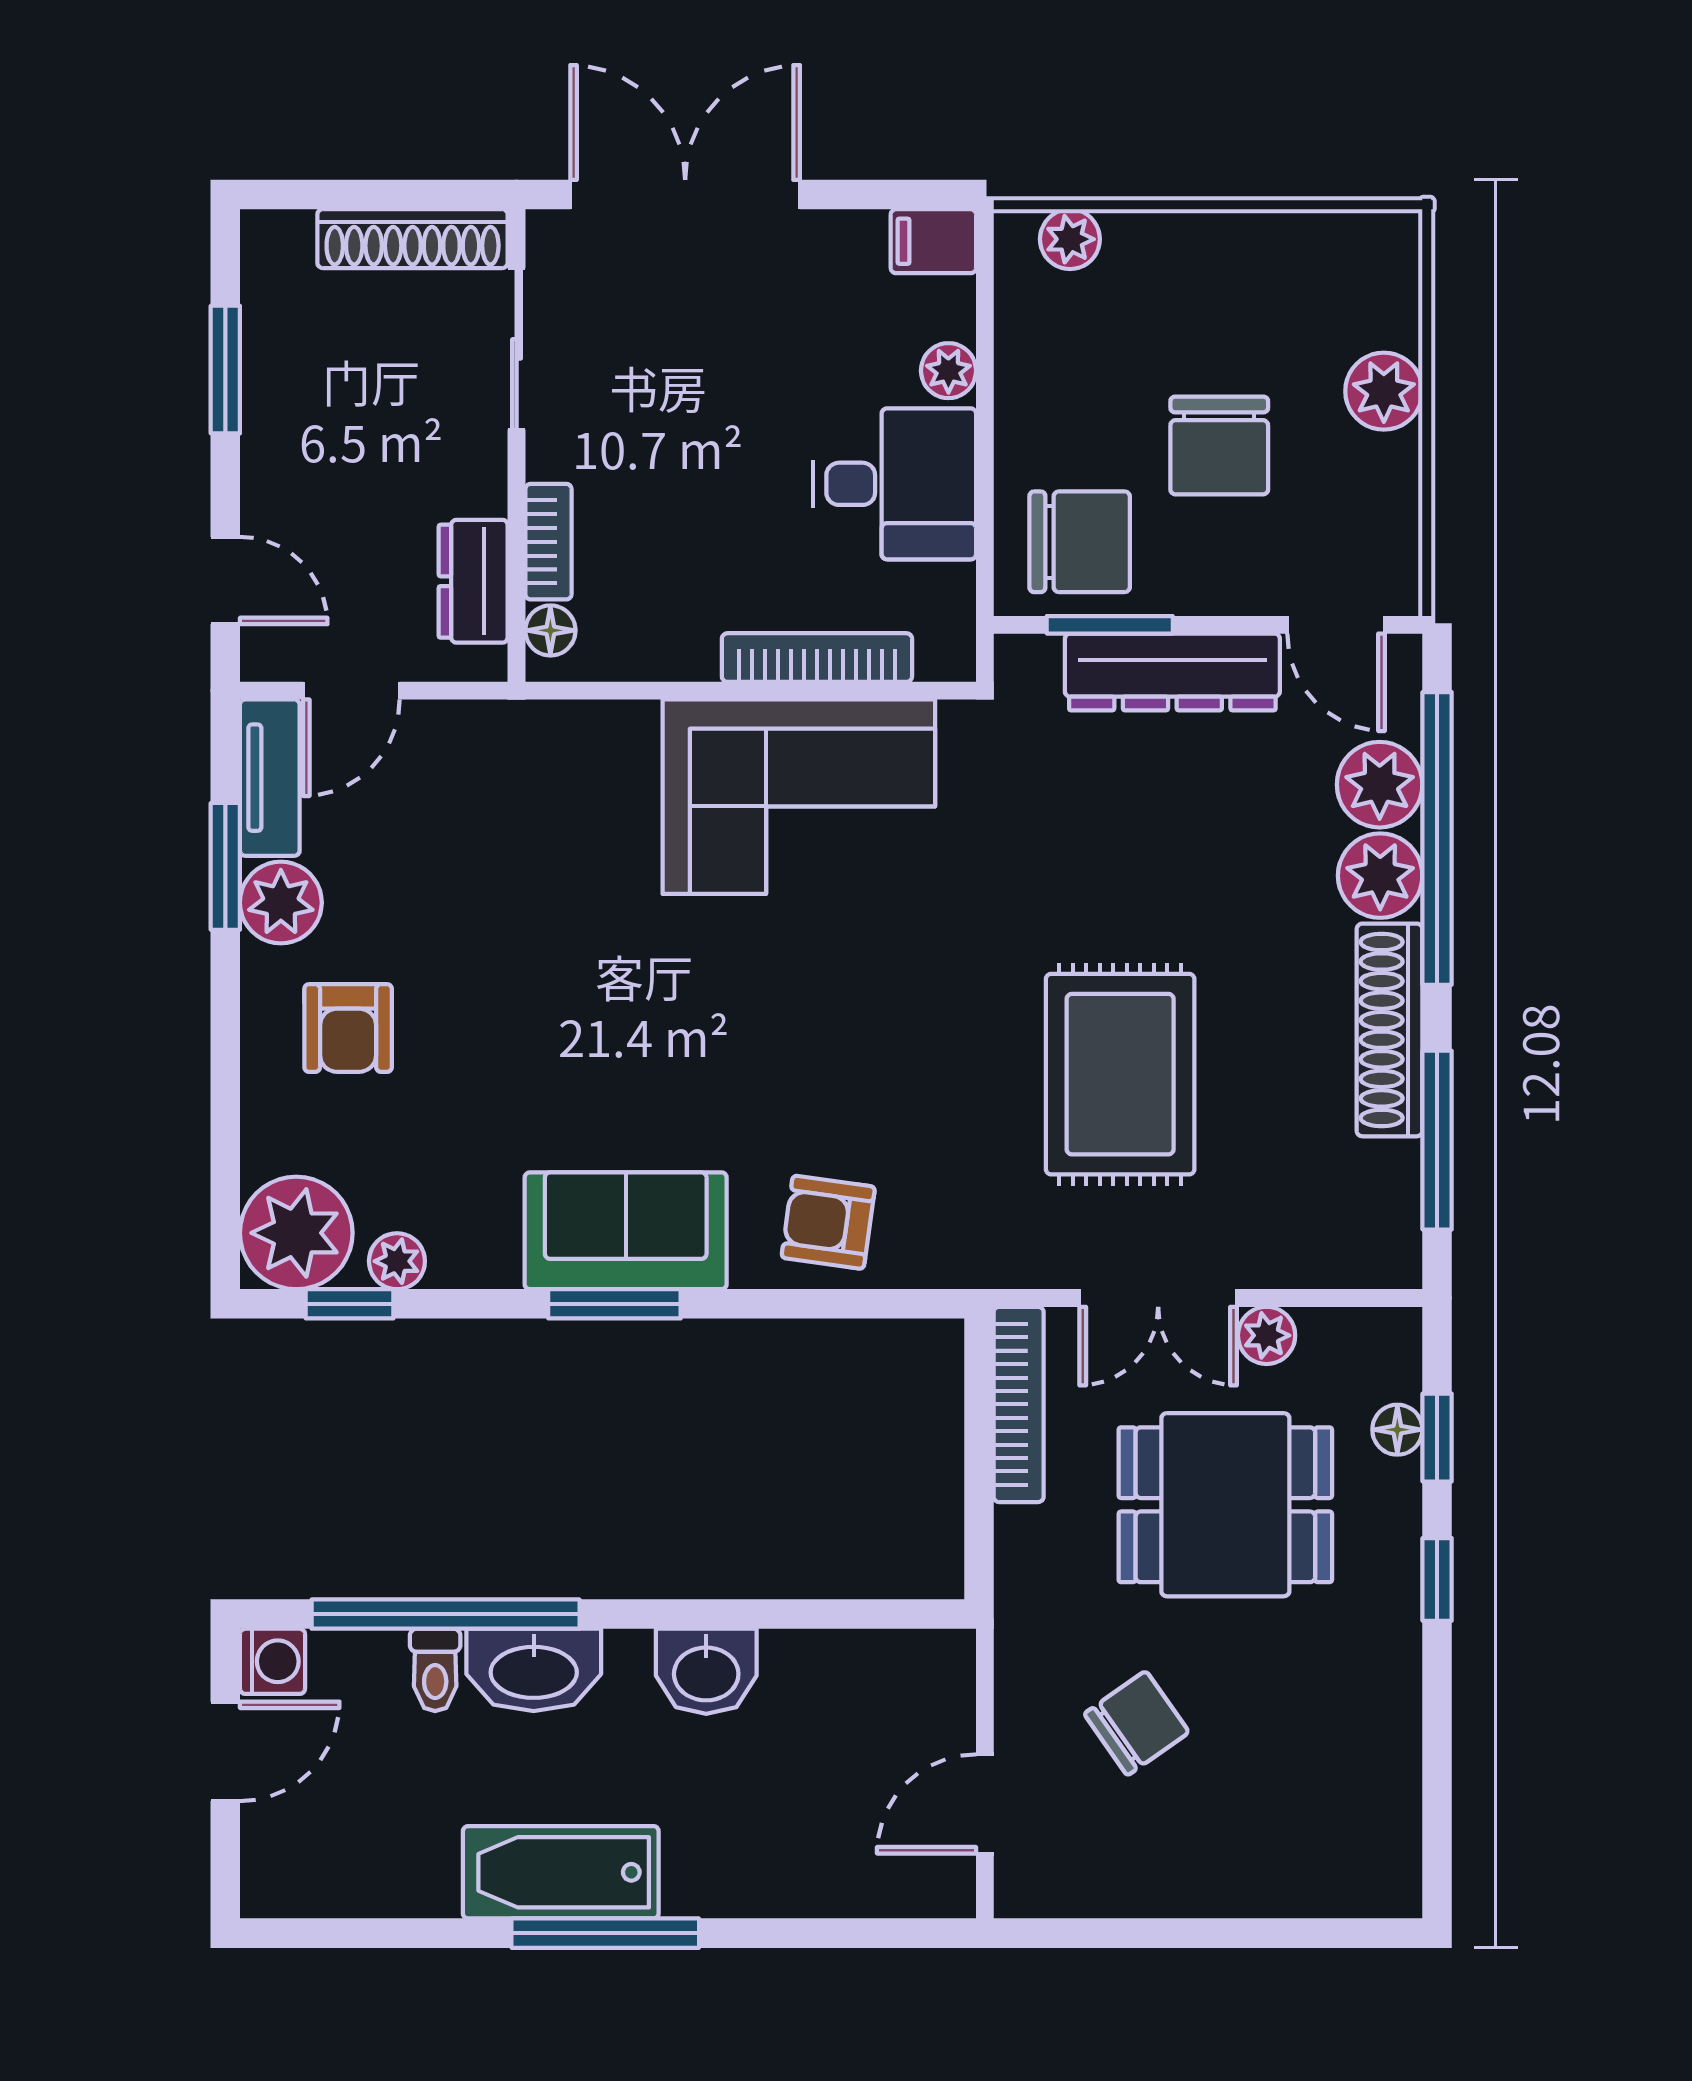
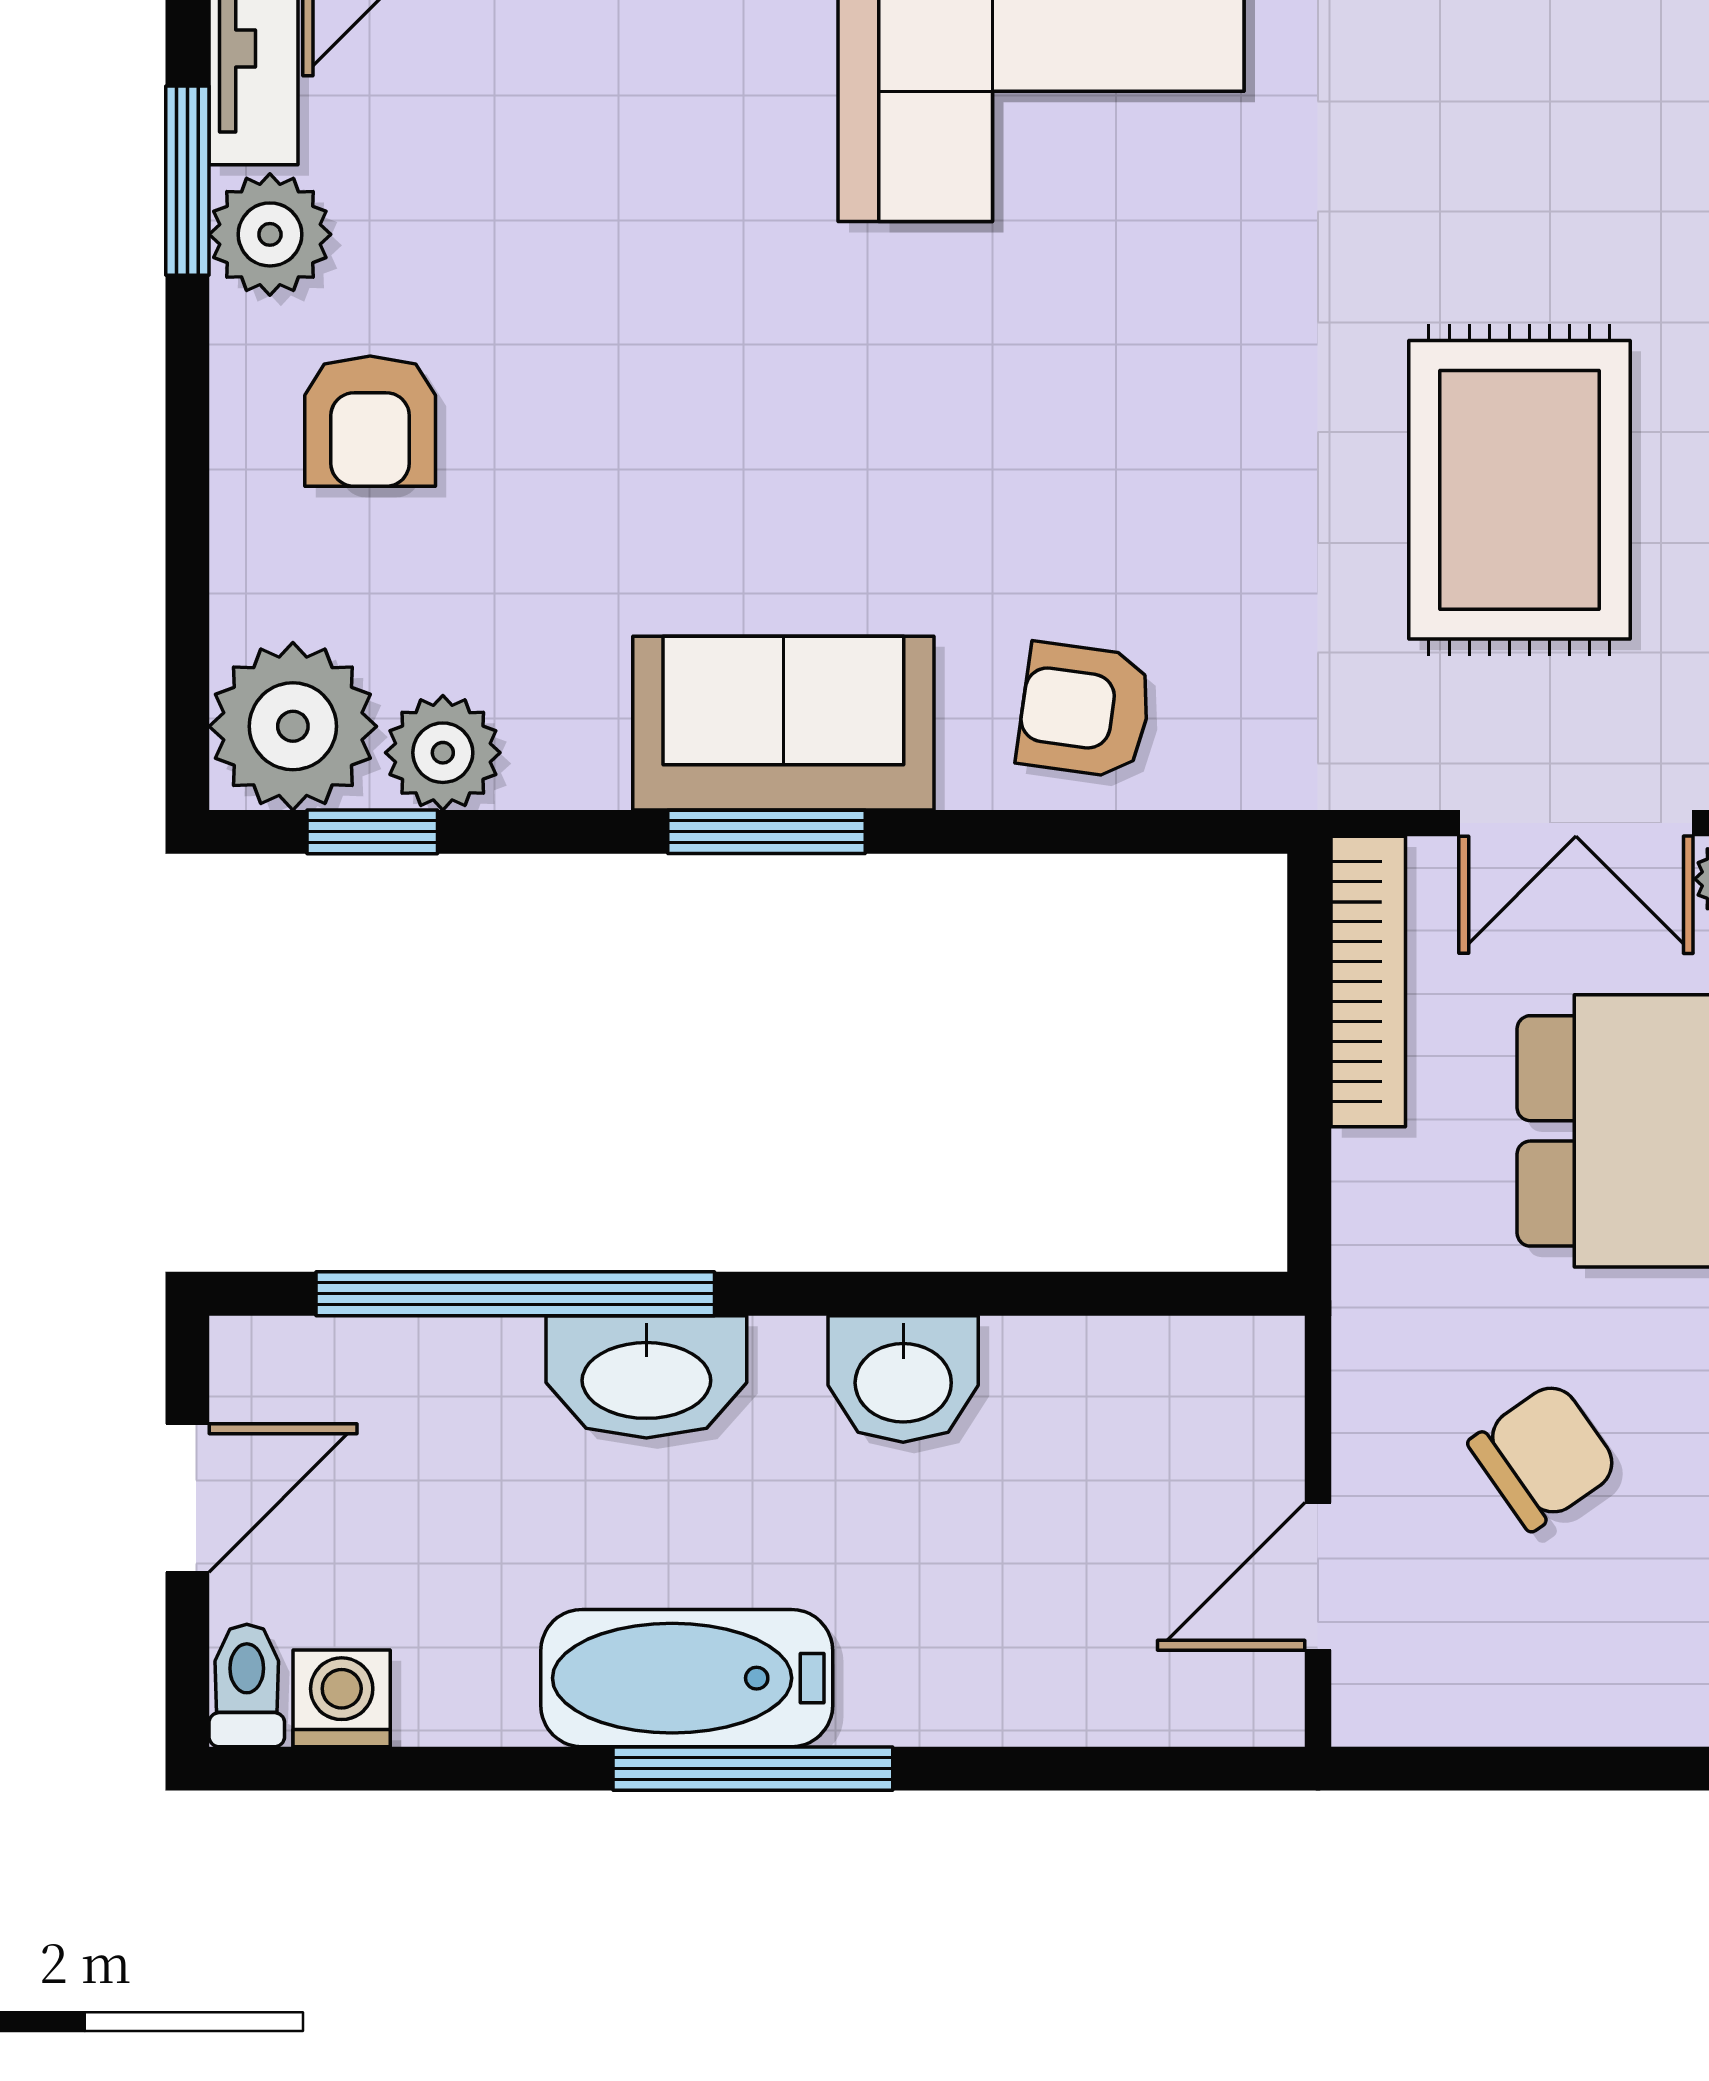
plant: (397, 1261) -> (443, 753), width x1.38, depth x1.38
washing machine: (273, 1661) -> (342, 1698), moved, turned -90
toilet: (435, 1670) -> (247, 1685), moved, turned 180

